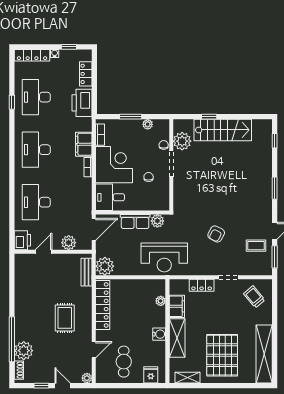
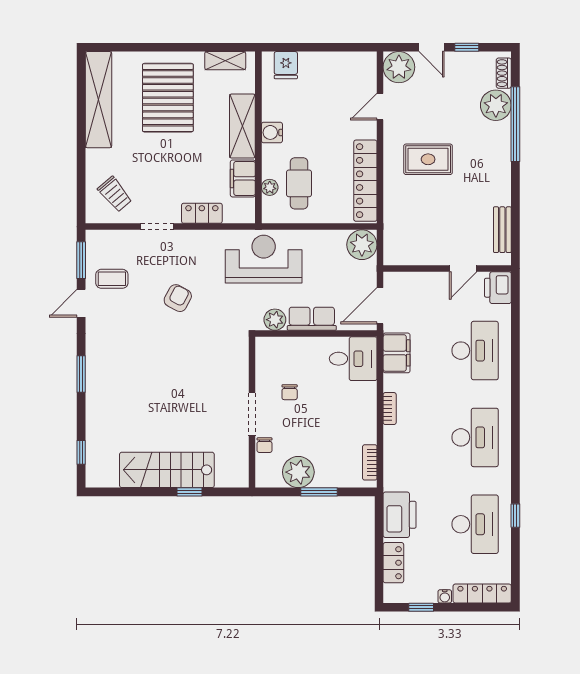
plant: (148, 124) -> (298, 472), width x1.88, depth x1.88
plant: (182, 141) -> (234, 451), removed
filing cabinet: (84, 144) -> (397, 353), moved
corner desk: (114, 165) -> (347, 413), removed
plant: (69, 243) -> (422, 284), removed
bench: (87, 272) -> (502, 230), moved
rug: (65, 318) -> (428, 159), turned 90
cafe table: (124, 362) -> (299, 183), moved
plant: (87, 378) -> (399, 67), width x1.88, depth x1.88

